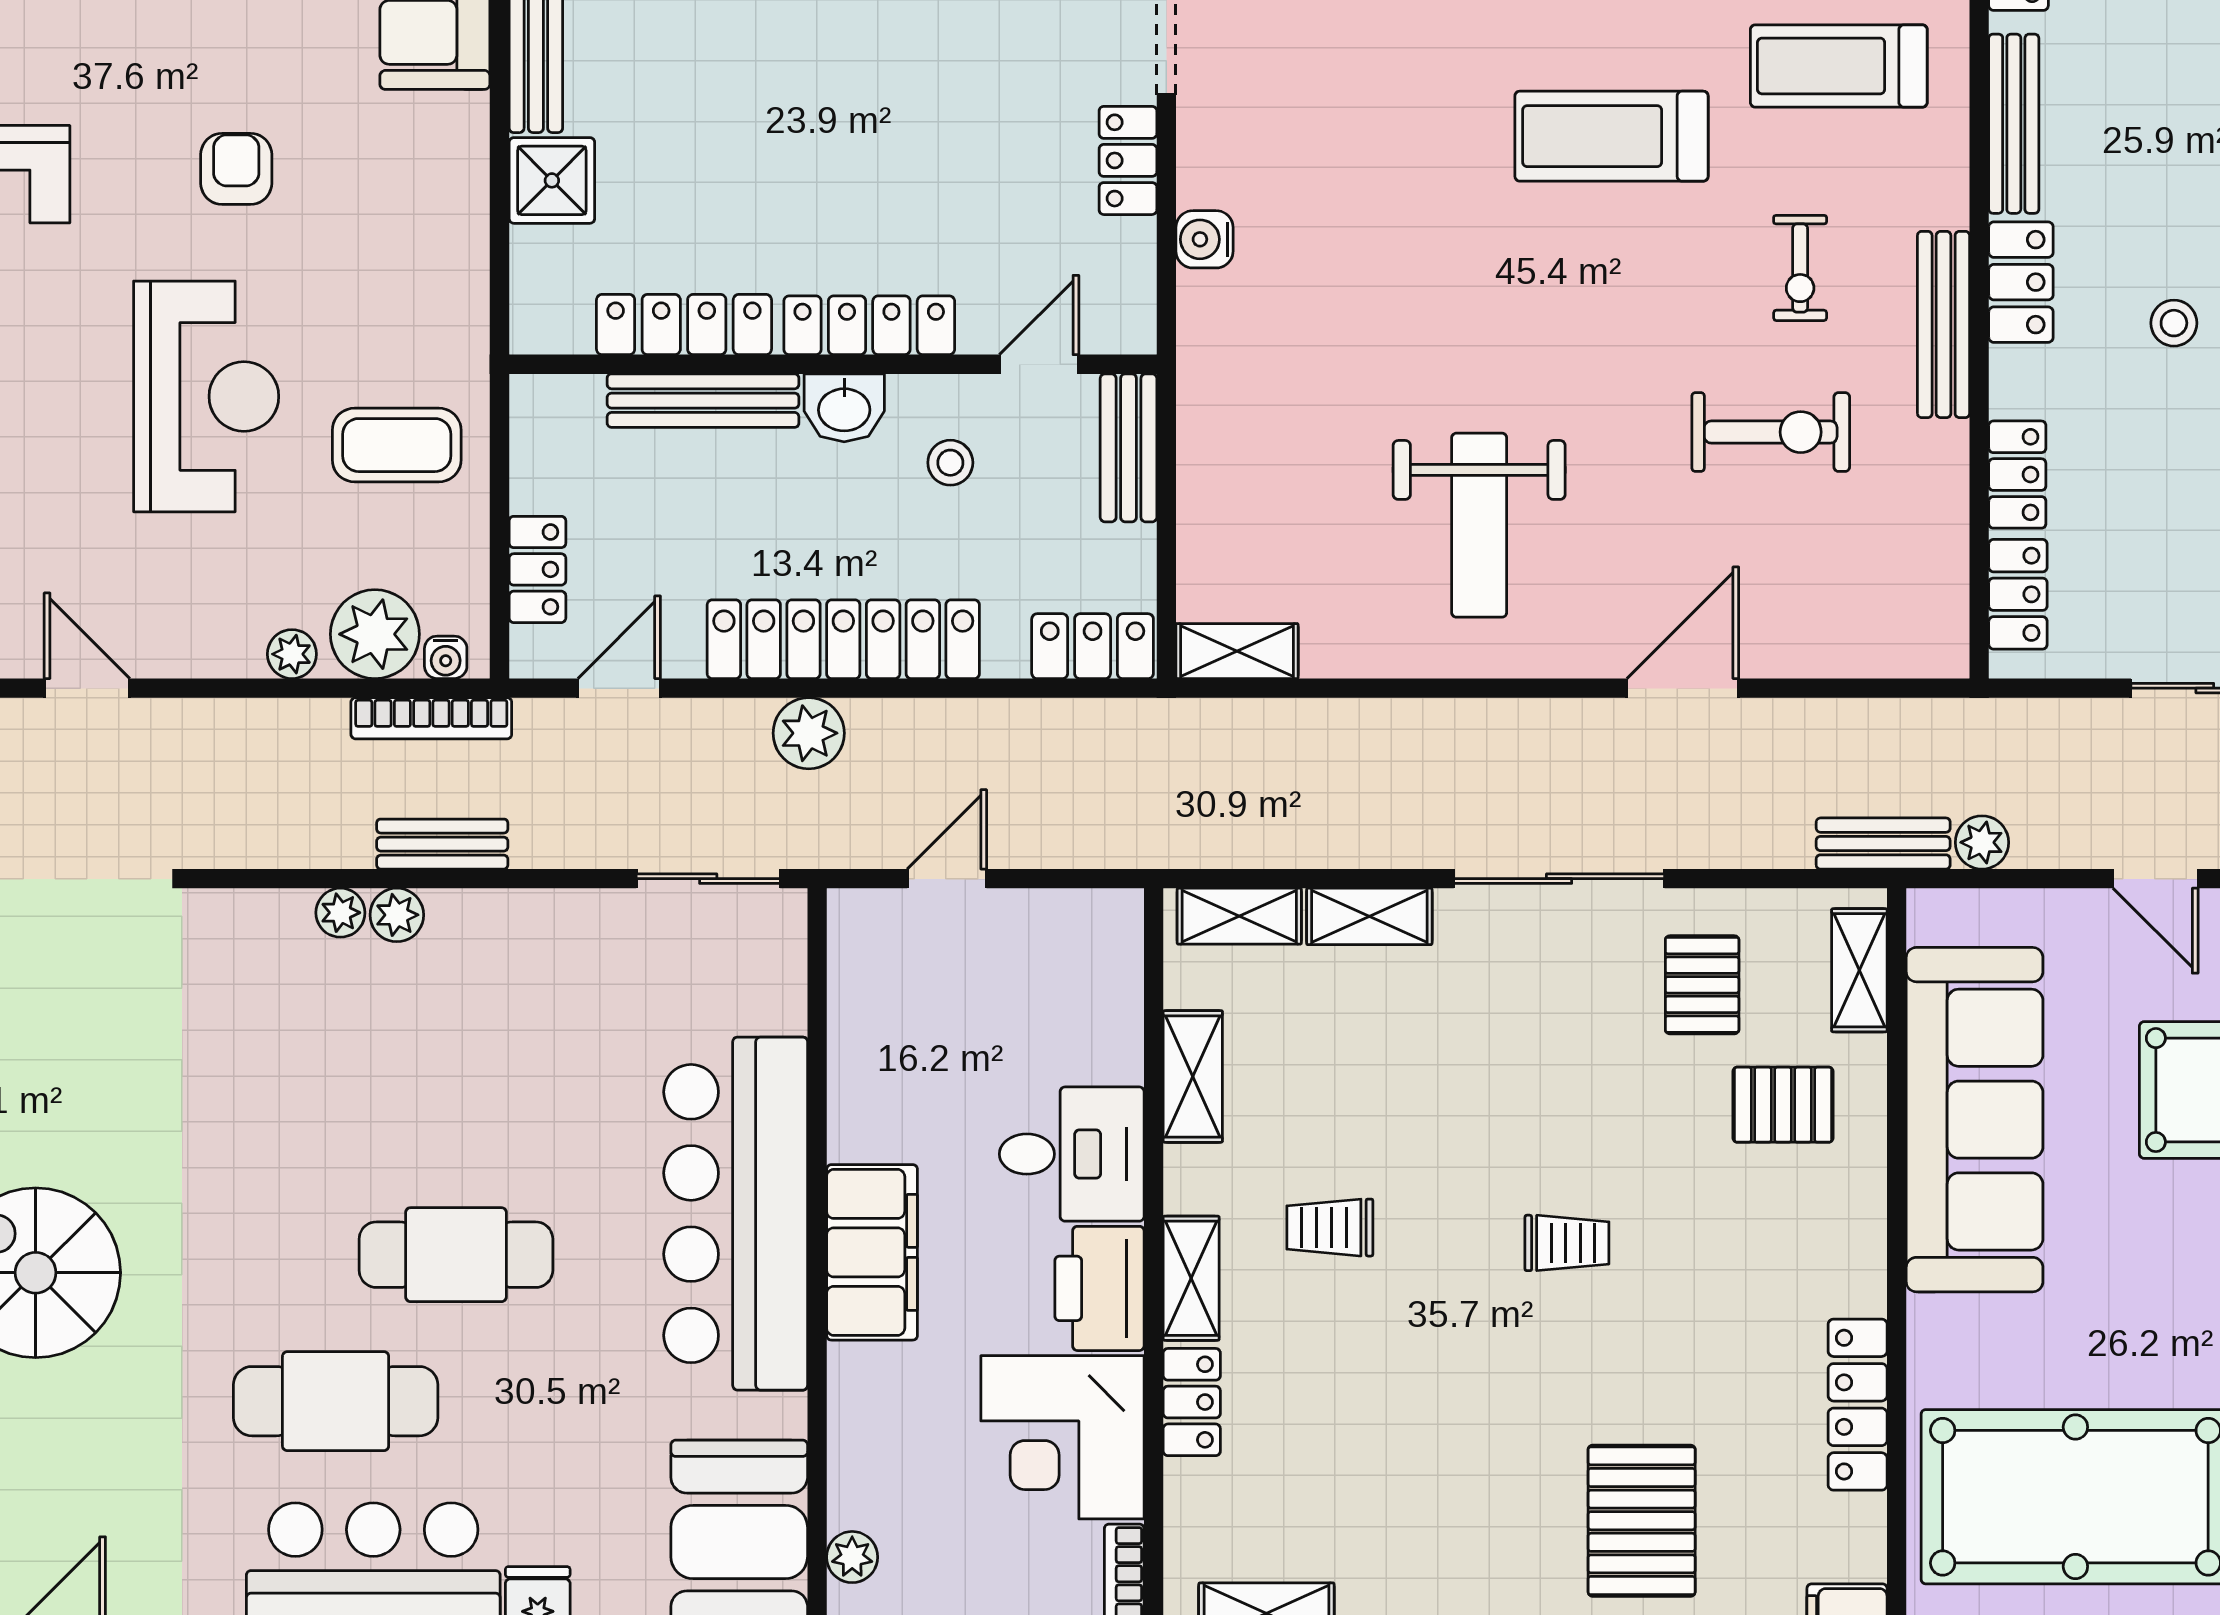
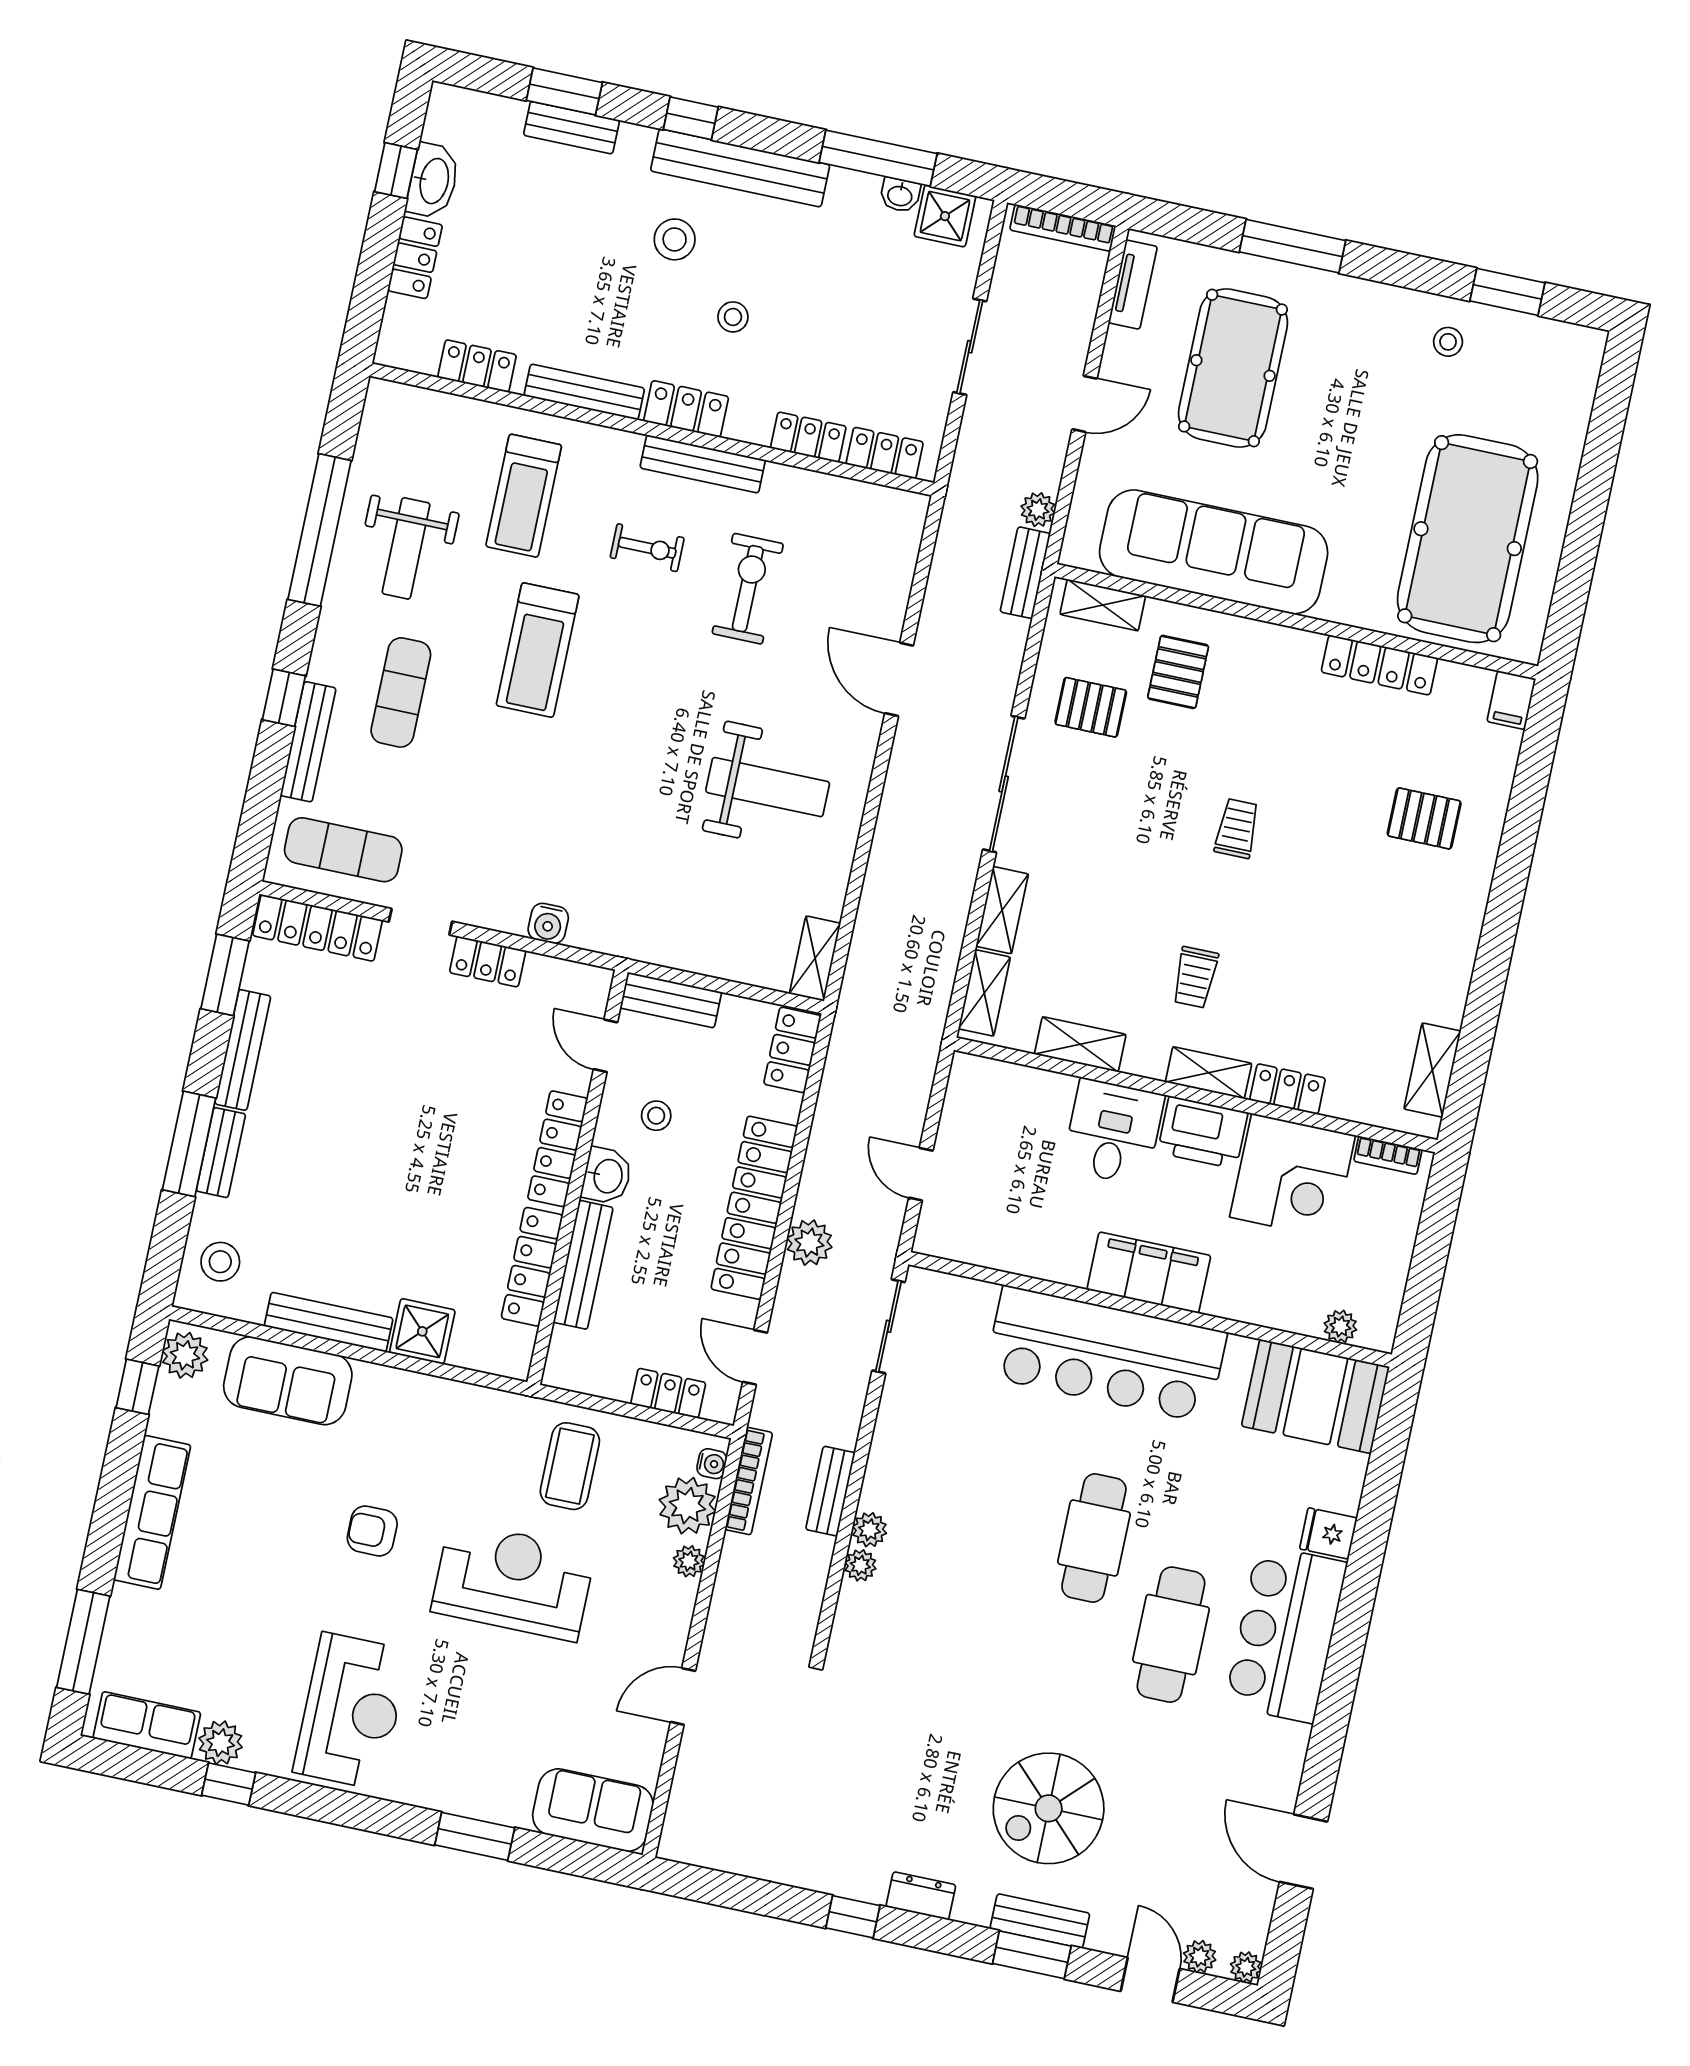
pallet: (1642, 1521) -> (1424, 818), width x0.67, depth x0.71

